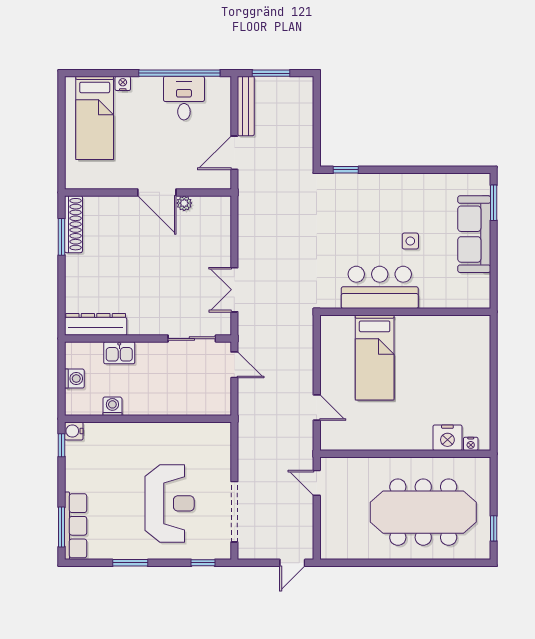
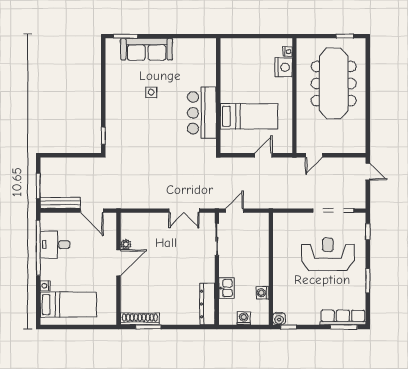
bar counter: (380, 287) -> (202, 113), moved
wall: (405, 312) -> (218, 96), moved
bed: (375, 357) -> (249, 116), moved

